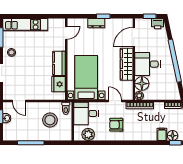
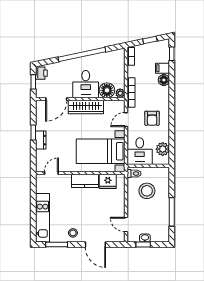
door: (66, 33) -> (51, 173), hinge flipped
door: (134, 37) -> (56, 99), hinge flipped
door: (19, 101) -> (126, 225), swing flipped
floor lamp: (173, 136) -> (164, 80), moved

